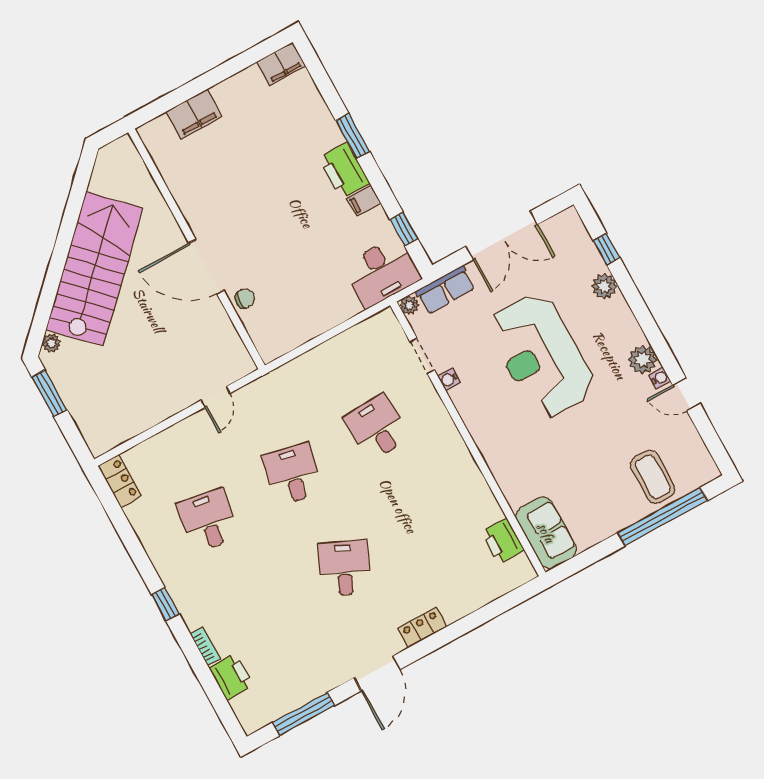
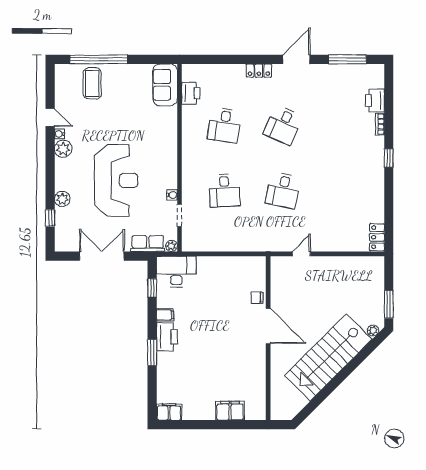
desk: (208, 520) -> (224, 125), moved

